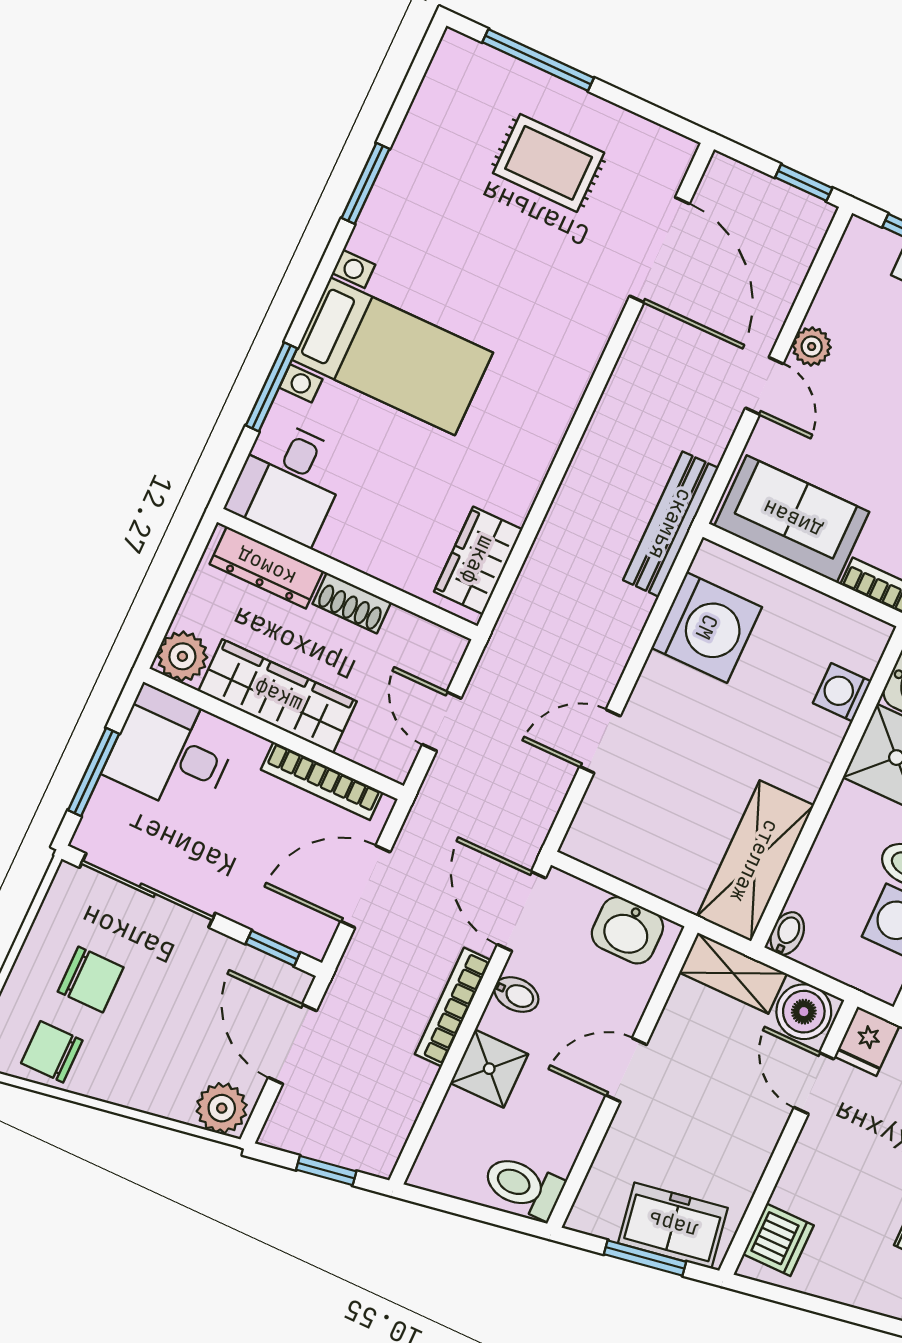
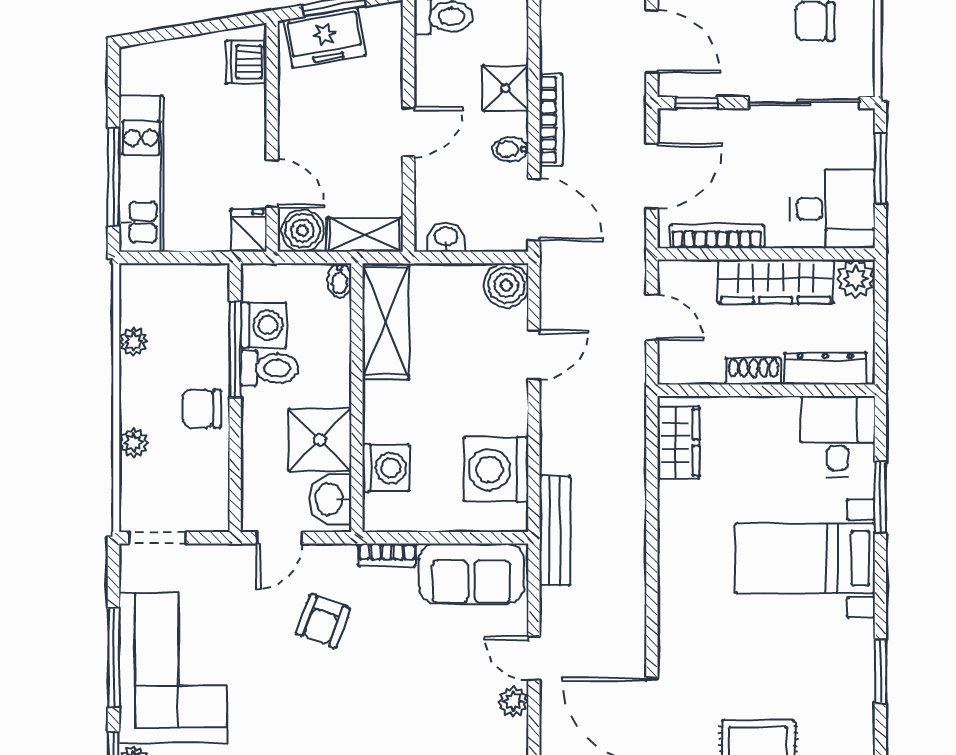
washing machine: (842, 692) -> (386, 468), width x1.38, depth x1.38
boiler: (595, 838) -> (506, 285), added
washbasin: (627, 930) -> (446, 237), width x0.72, depth x0.69

